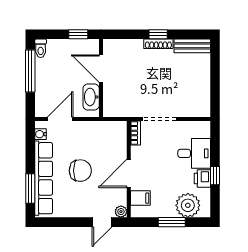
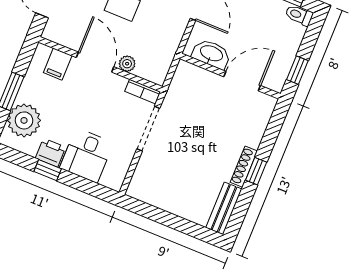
plant: (121, 212) -> (127, 64), moved

